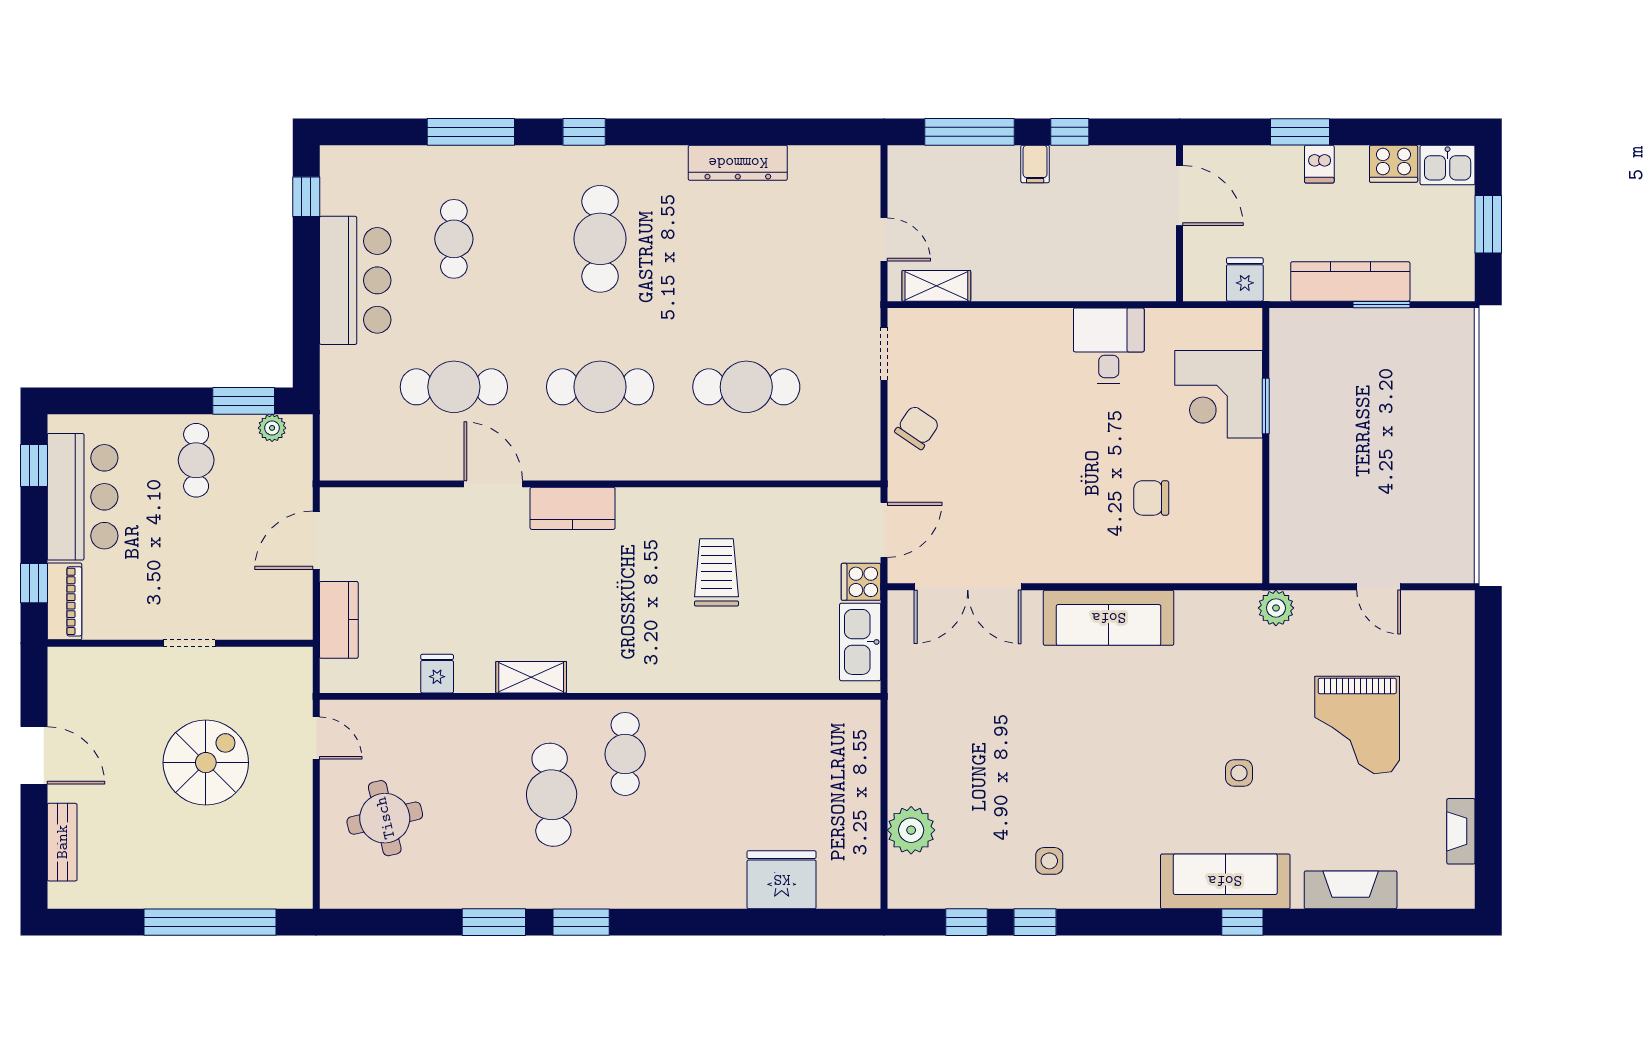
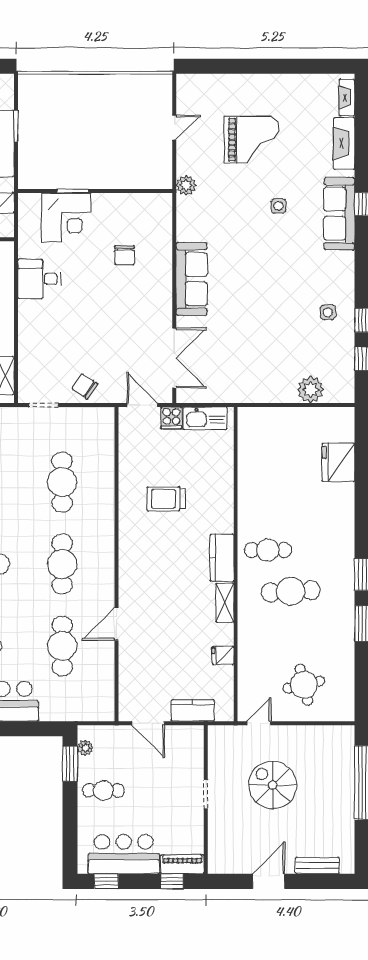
kitchen counter: (573, 508) -> (222, 558), moved, turned 180
fireplace: (1461, 831) -> (347, 98), moved, turned 90

